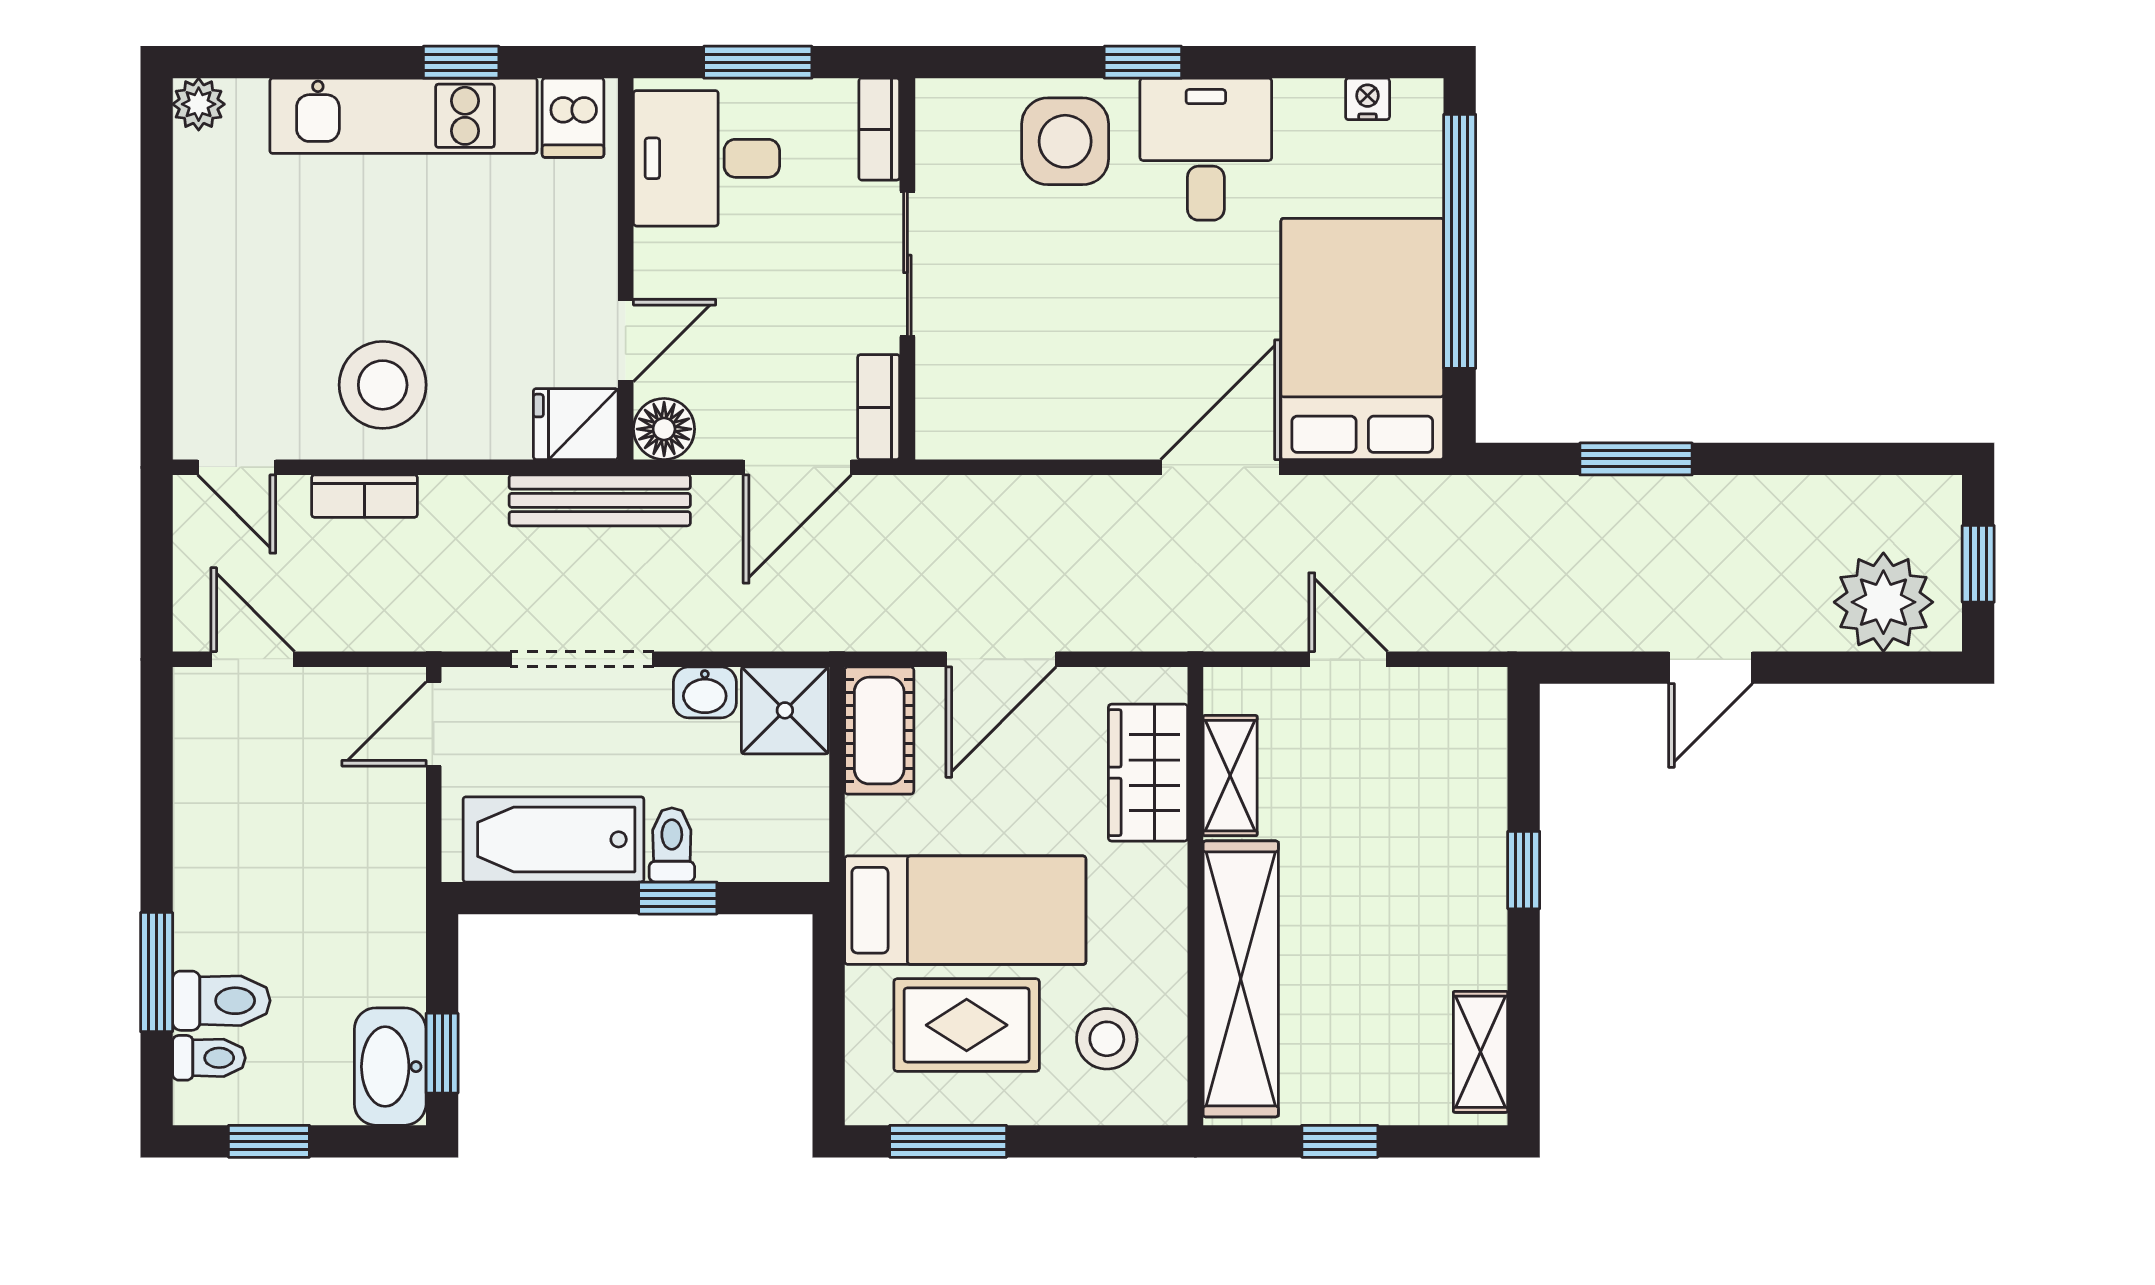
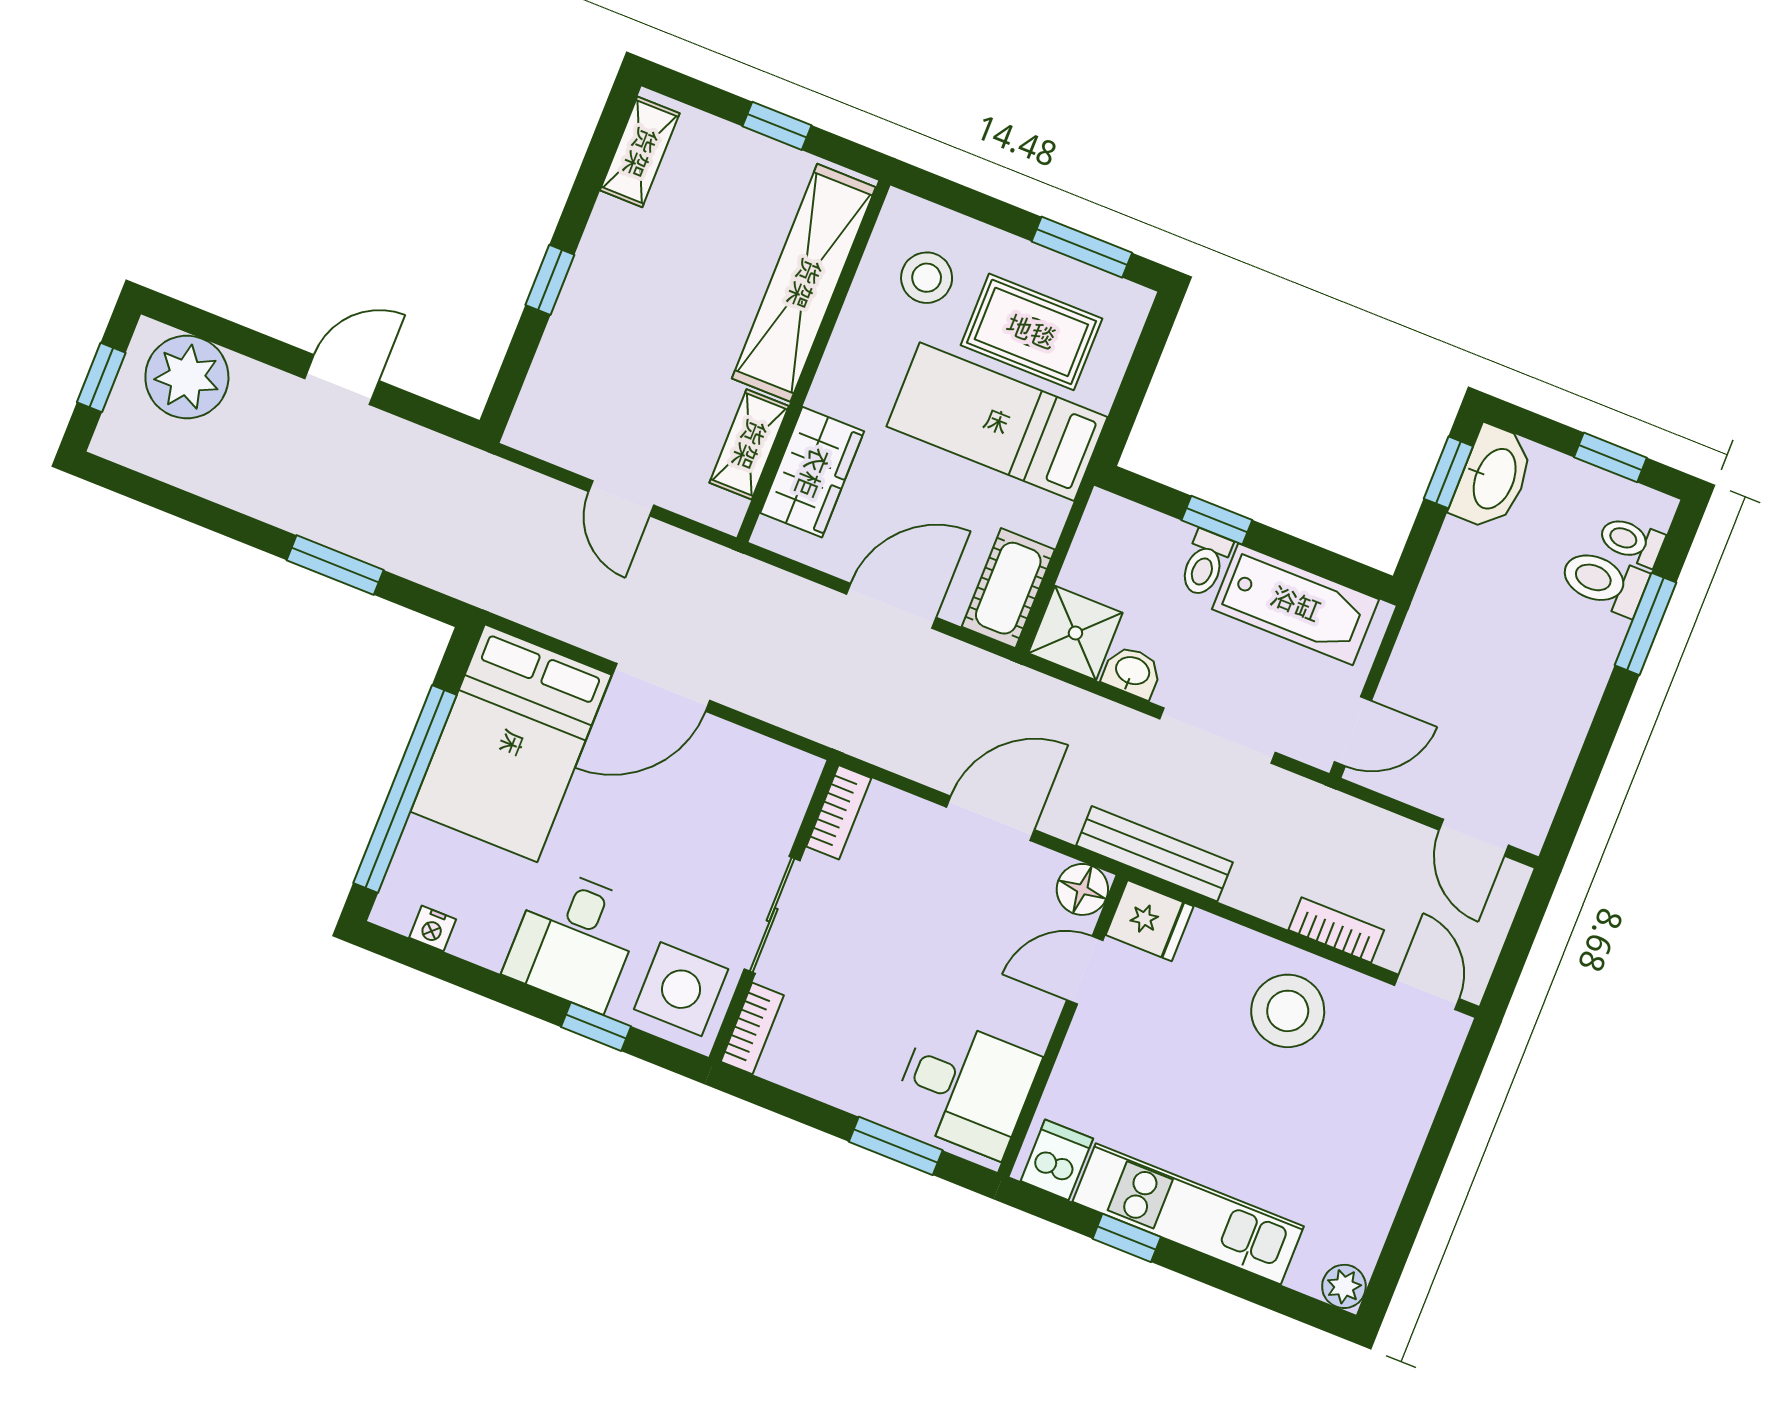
bookcase: (879, 129) -> (752, 1028), moved
sliding door: (907, 264) -> (772, 915), moved
wall: (907, 269) -> (774, 911), moved
bookcase: (879, 407) -> (839, 812), moved

